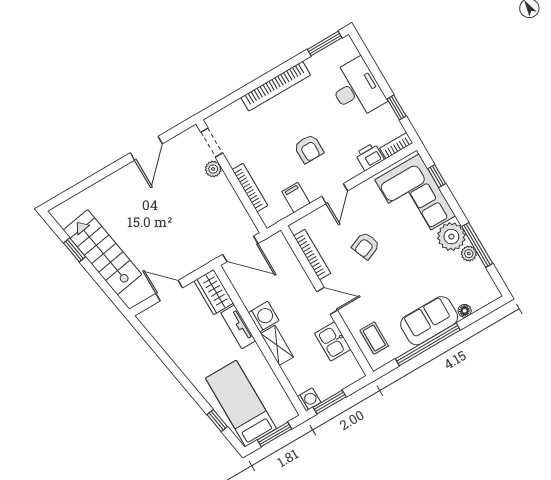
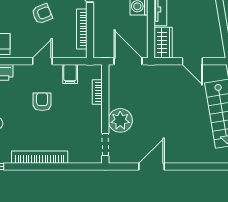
plant: (213, 169) -> (120, 120), width x1.88, depth x1.88
bookcase: (250, 188) -> (97, 92), width x0.64

